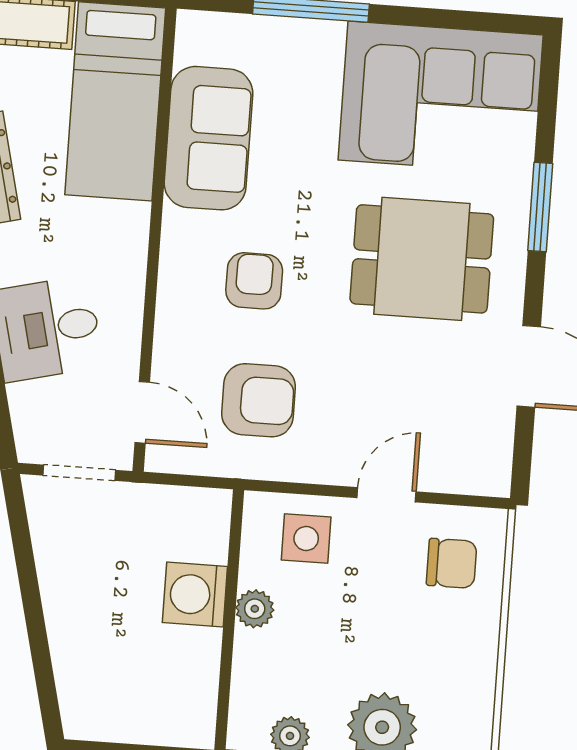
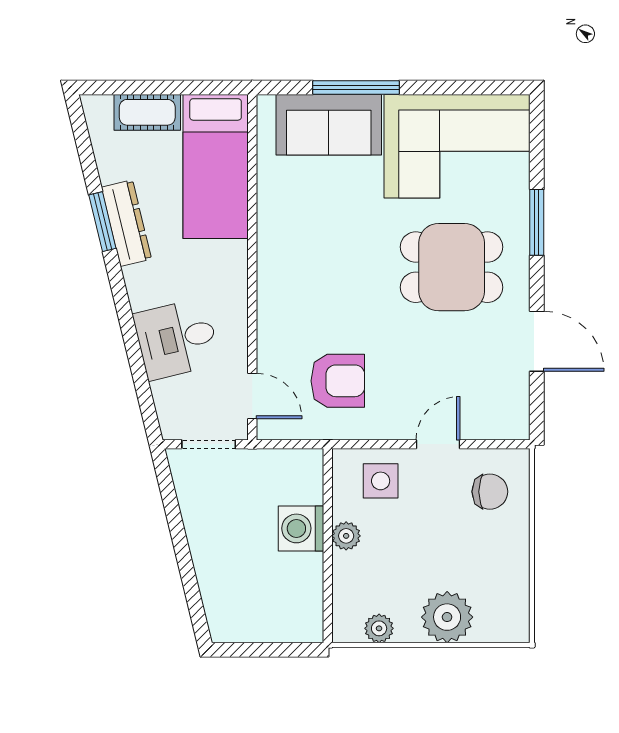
sofa: (208, 138) -> (329, 125), moved, turned 90
armchair: (254, 281) -> (328, 292), removed

